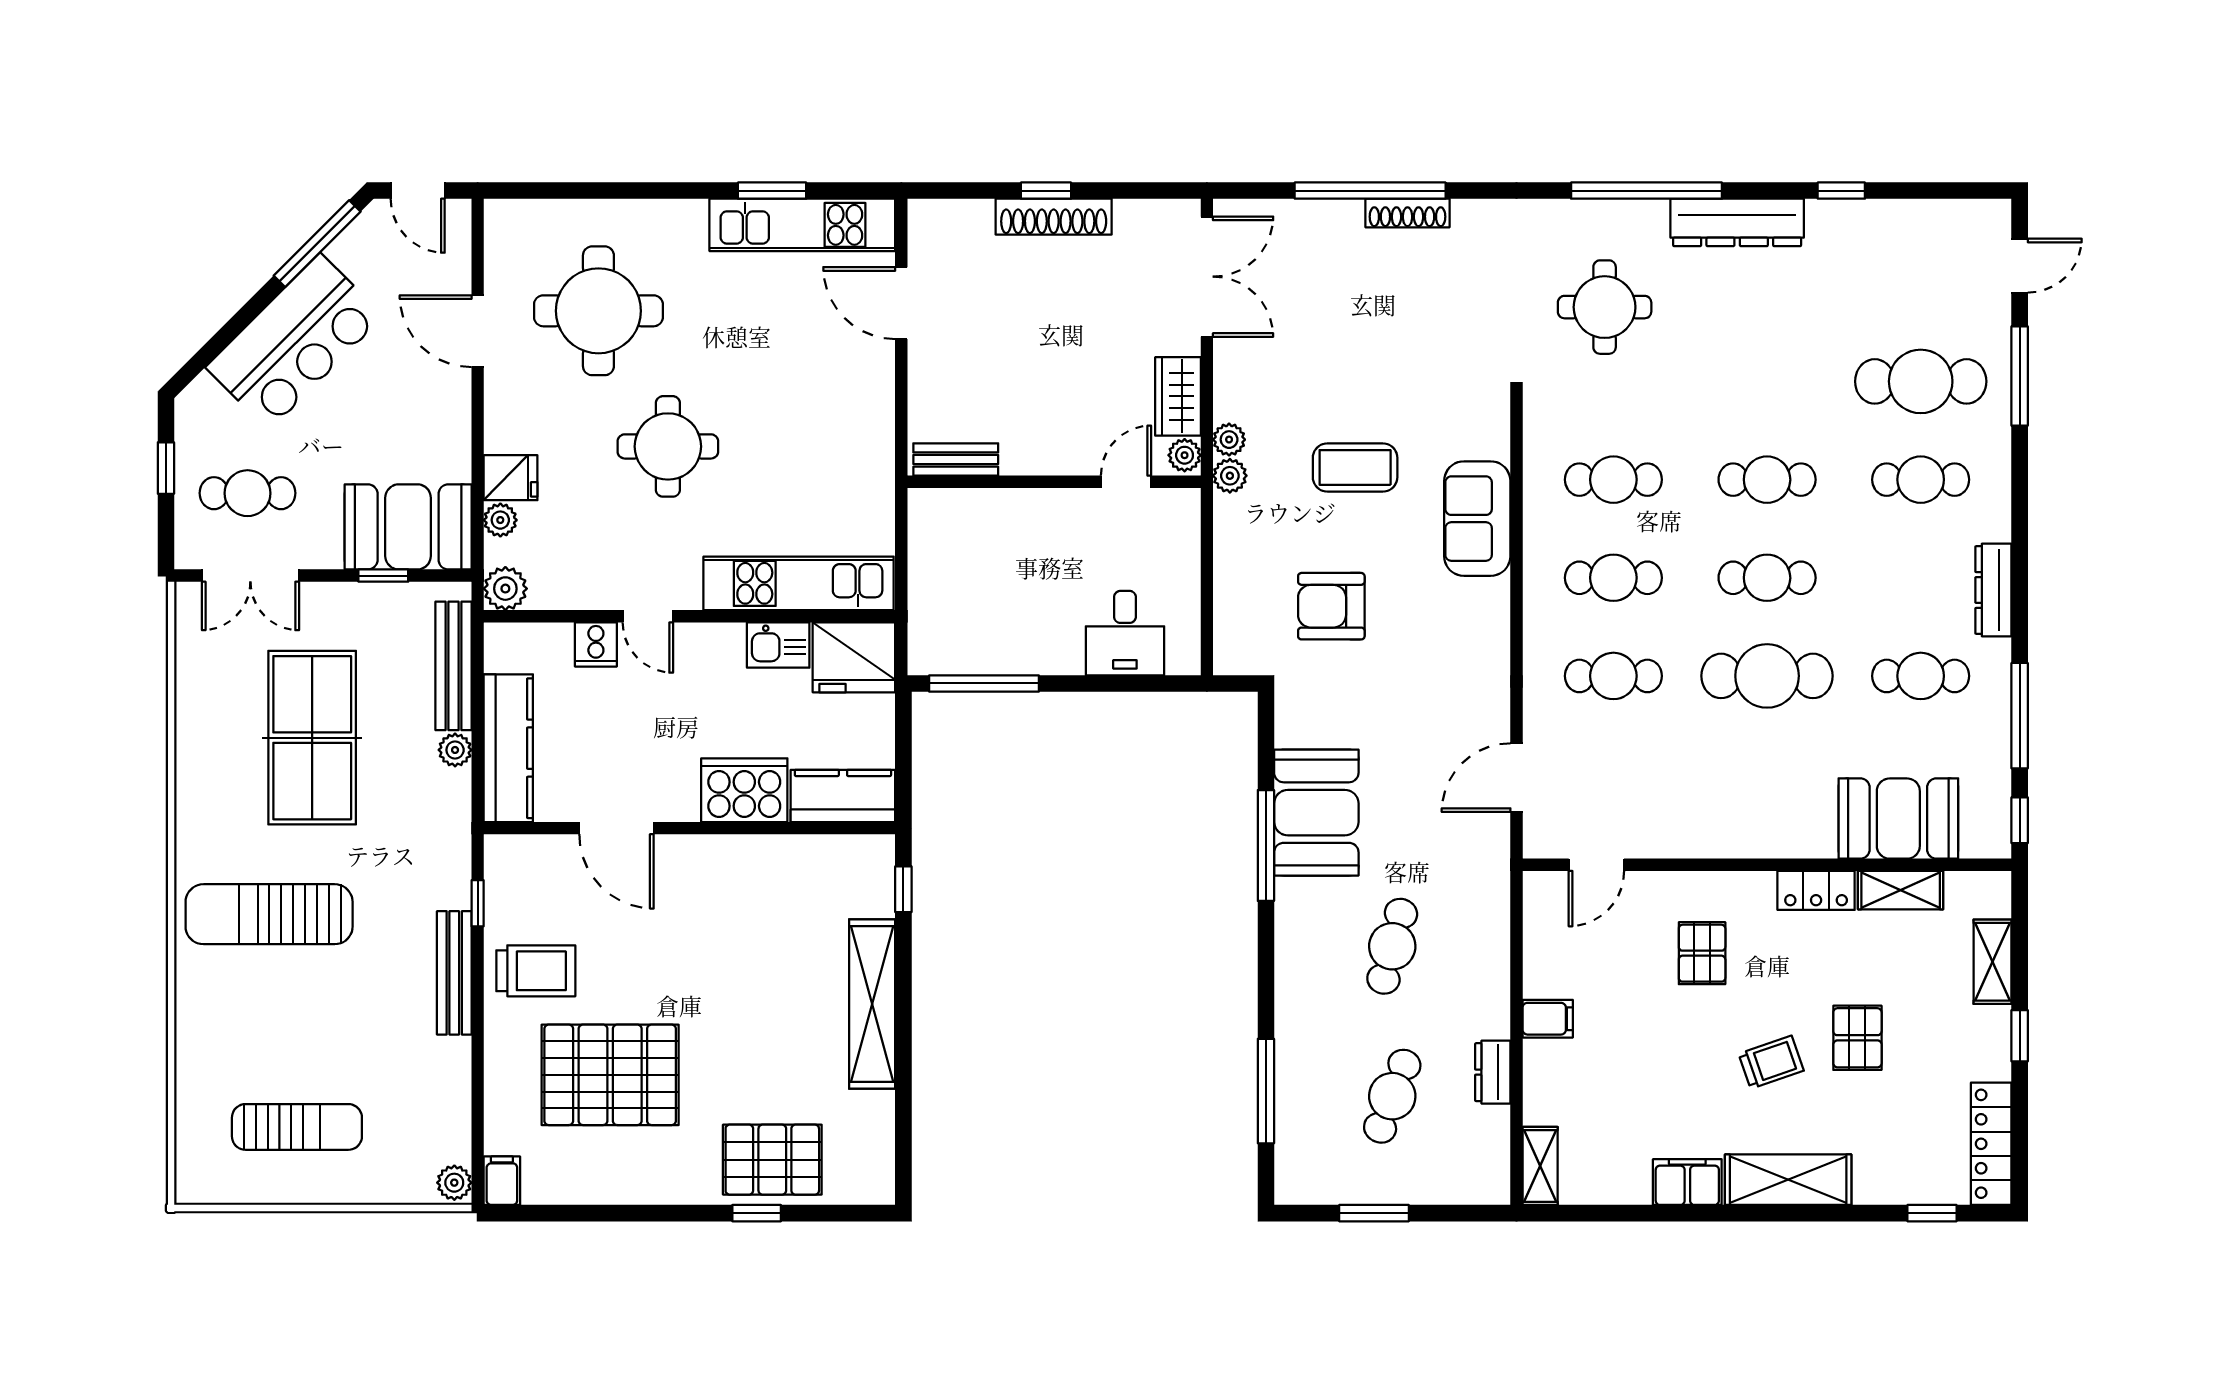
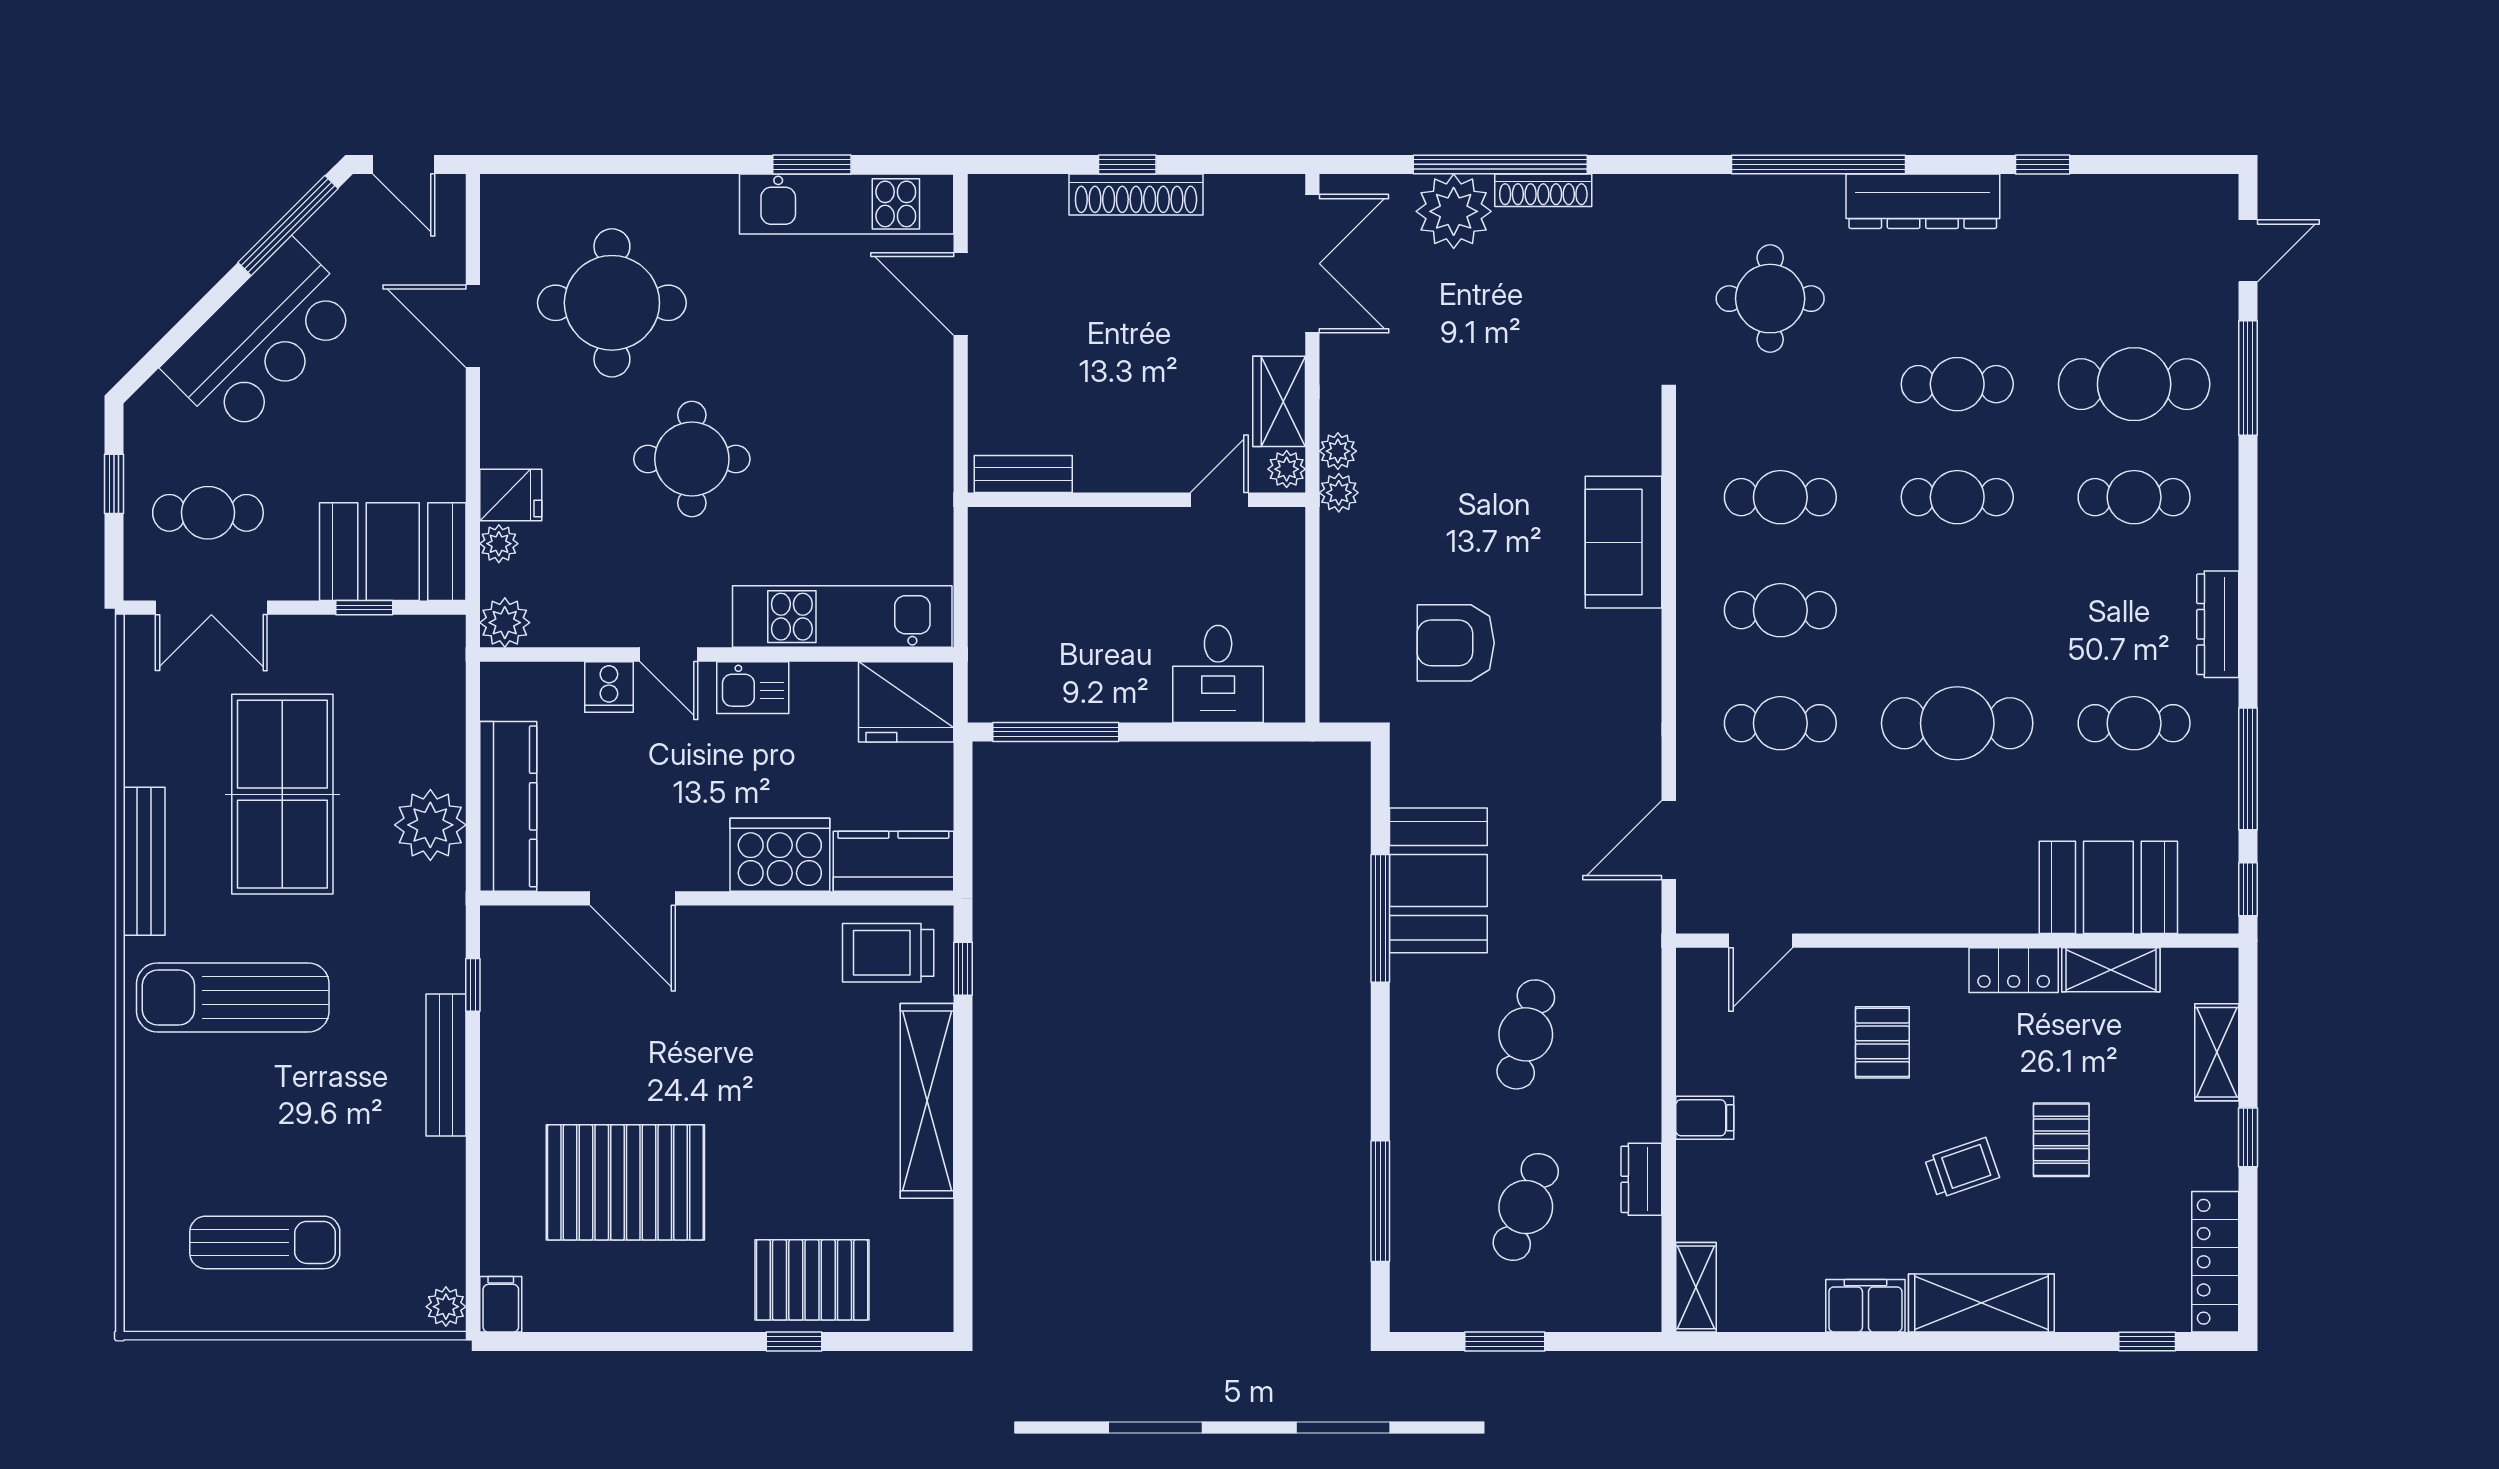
plant: (1330, 231) -> (1454, 211), added
coffee table: (1355, 467) -> (1483, 483), removed
cafe table: (1767, 578) -> (1957, 384), moved
kitchen sink: (778, 645) -> (753, 688), moved
bench: (453, 666) -> (144, 861), moved
plant: (455, 750) -> (430, 825), width x1.87, depth x1.87
trolley: (536, 971) -> (888, 953), moved, turned 180

